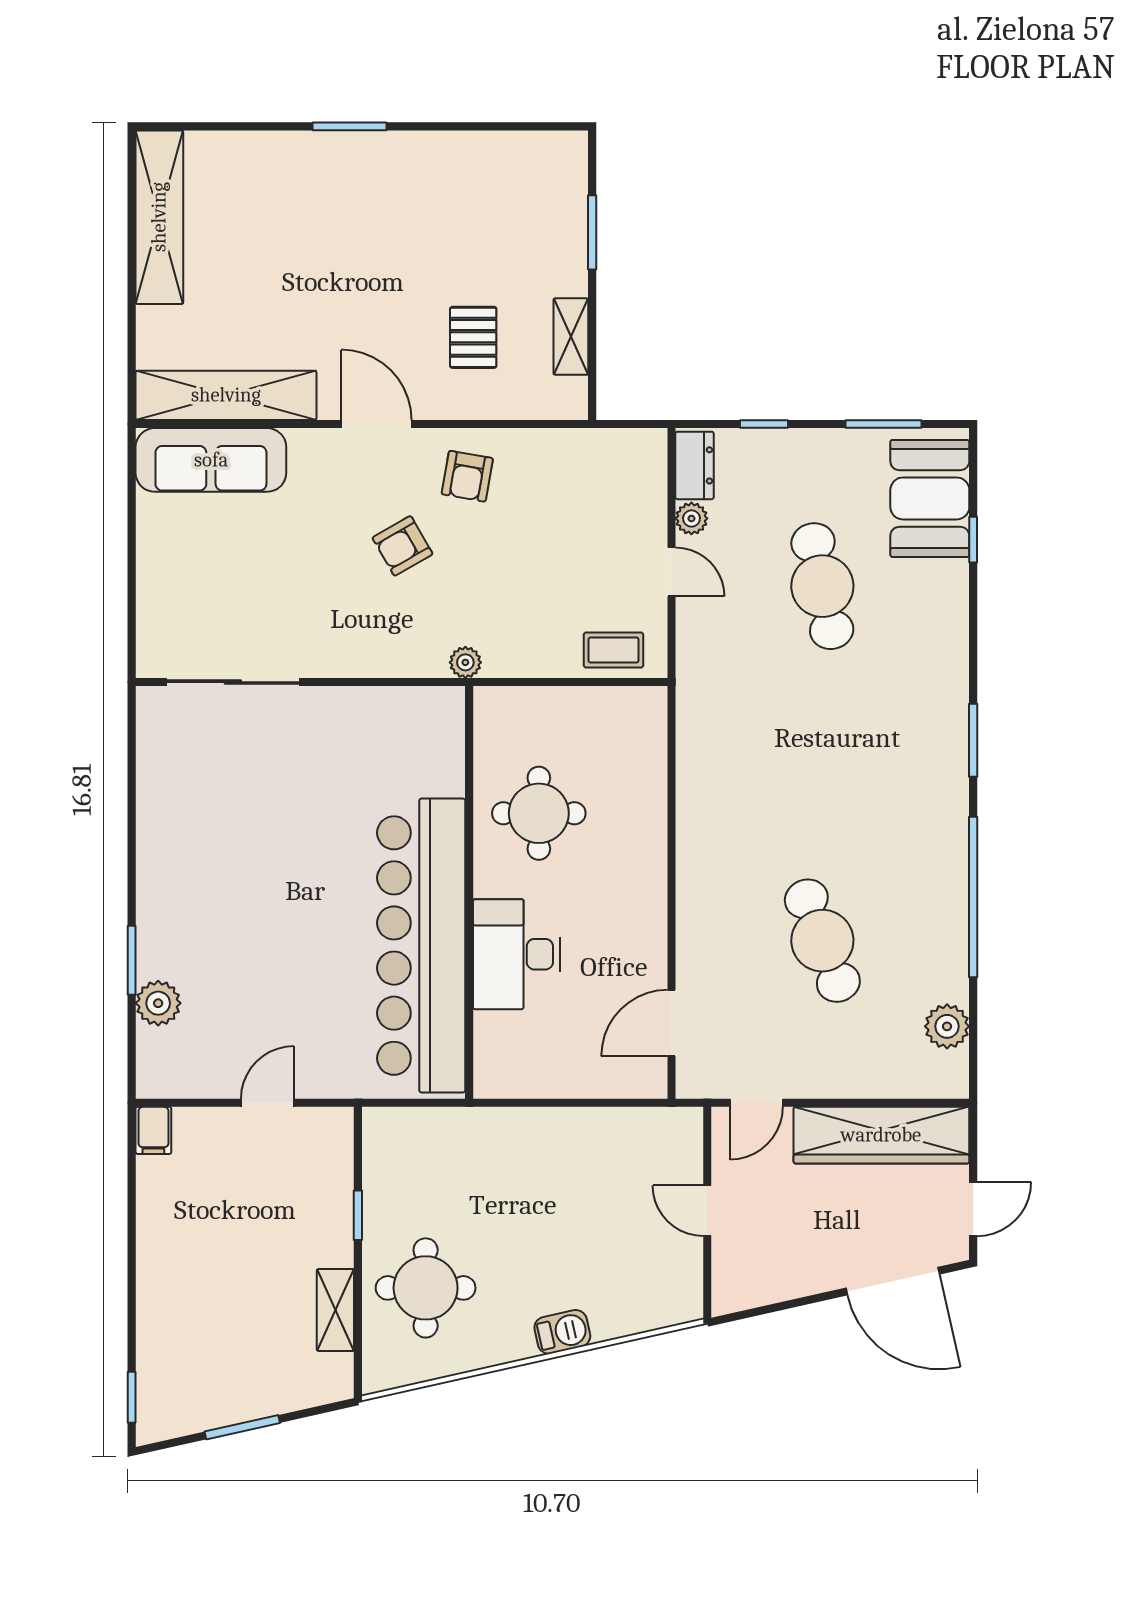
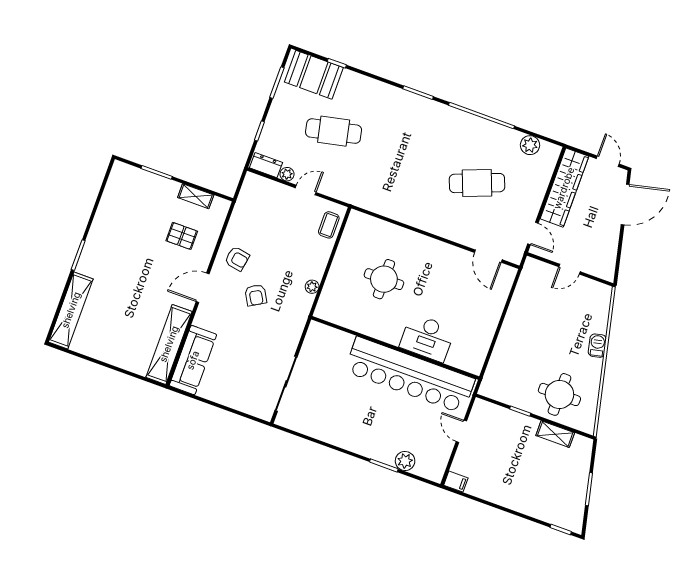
shelving: (159, 217) -> (71, 310), moved, turned 90
wall: (469, 892) -> (395, 348), moved
bar counter: (421, 946) -> (410, 375), moved
desk: (516, 954) -> (427, 338), moved

